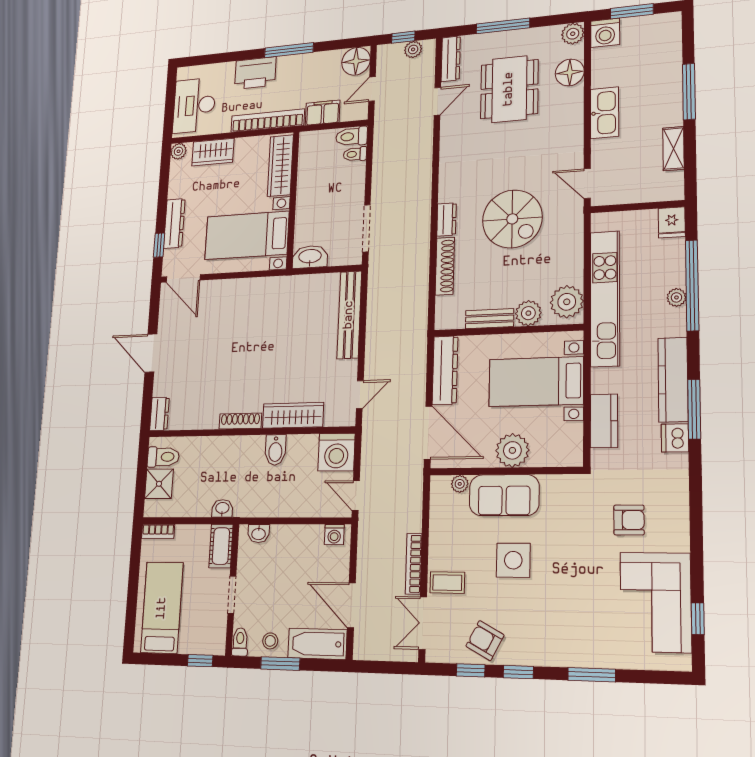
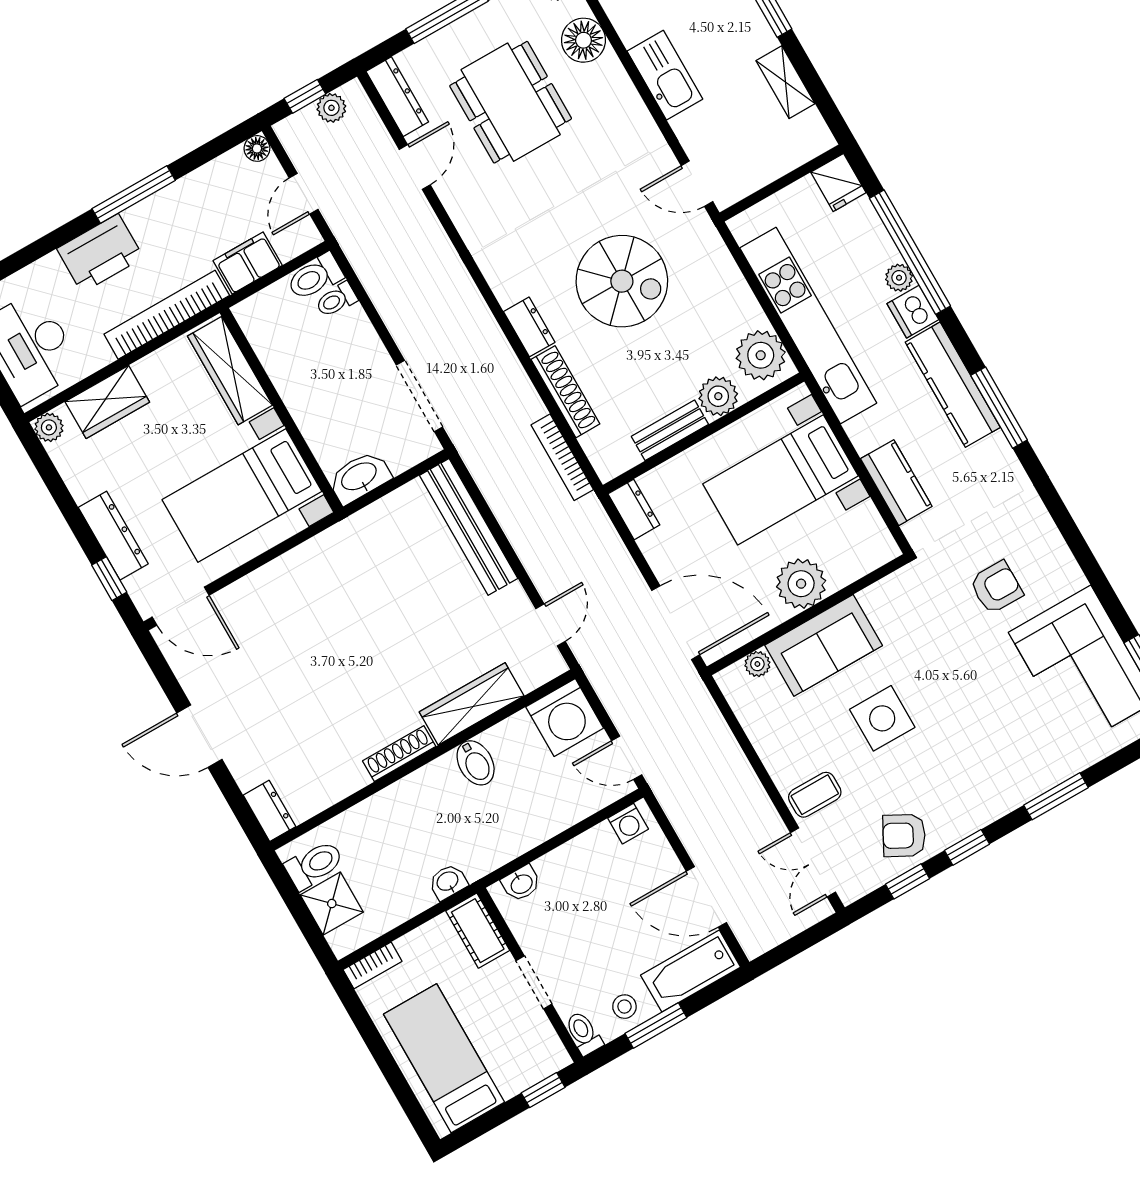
floor lamp: (356, 61) -> (257, 148), width x0.53, depth x0.53
dresser: (445, 370) -> (634, 509), width x0.51, depth x0.80
dishwasher: (675, 438) -> (913, 312), moved
bookcase: (414, 564) -> (562, 457), moved

